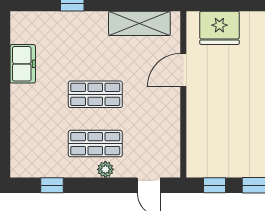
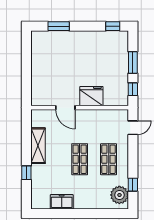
shelving: (139, 23) -> (38, 146), moved
fridge: (219, 28) -> (91, 96), moved, turned -90
plant: (105, 169) -> (119, 195), moved, width x1.87, depth x1.87

